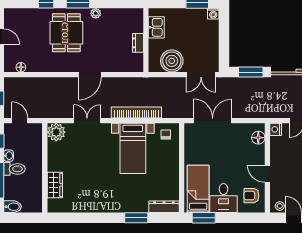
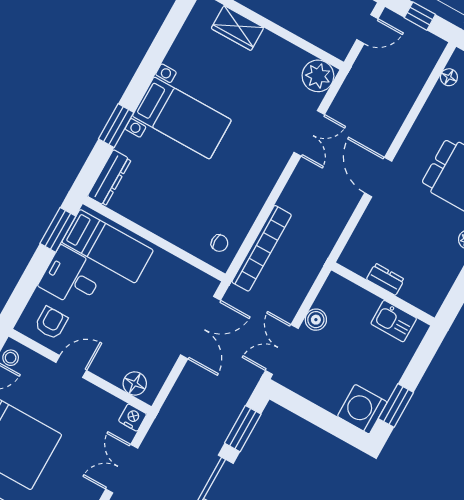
washing machine: (213, 14) -> (362, 409), width x1.89, depth x1.89
boiler: (172, 61) -> (316, 320), width x0.54, depth x0.54
bookcase: (136, 112) -> (262, 248), moved
bed with nightstands: (133, 148) -> (182, 118), moved, turned 180

